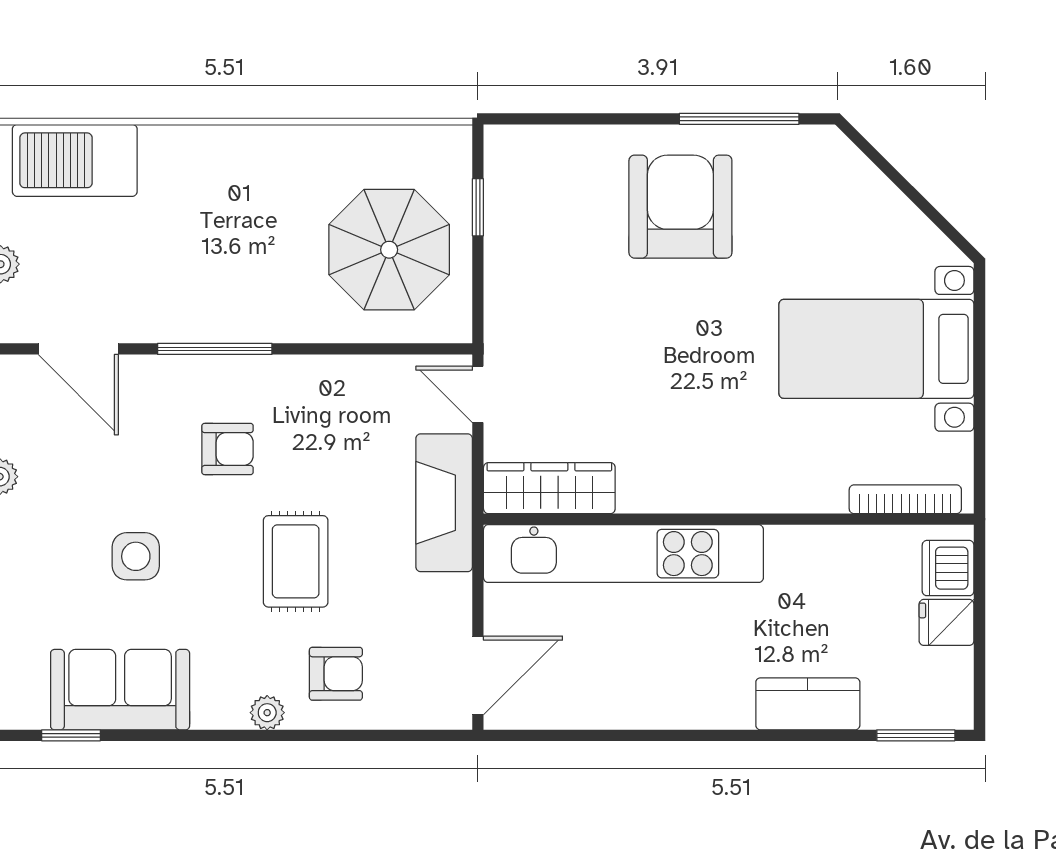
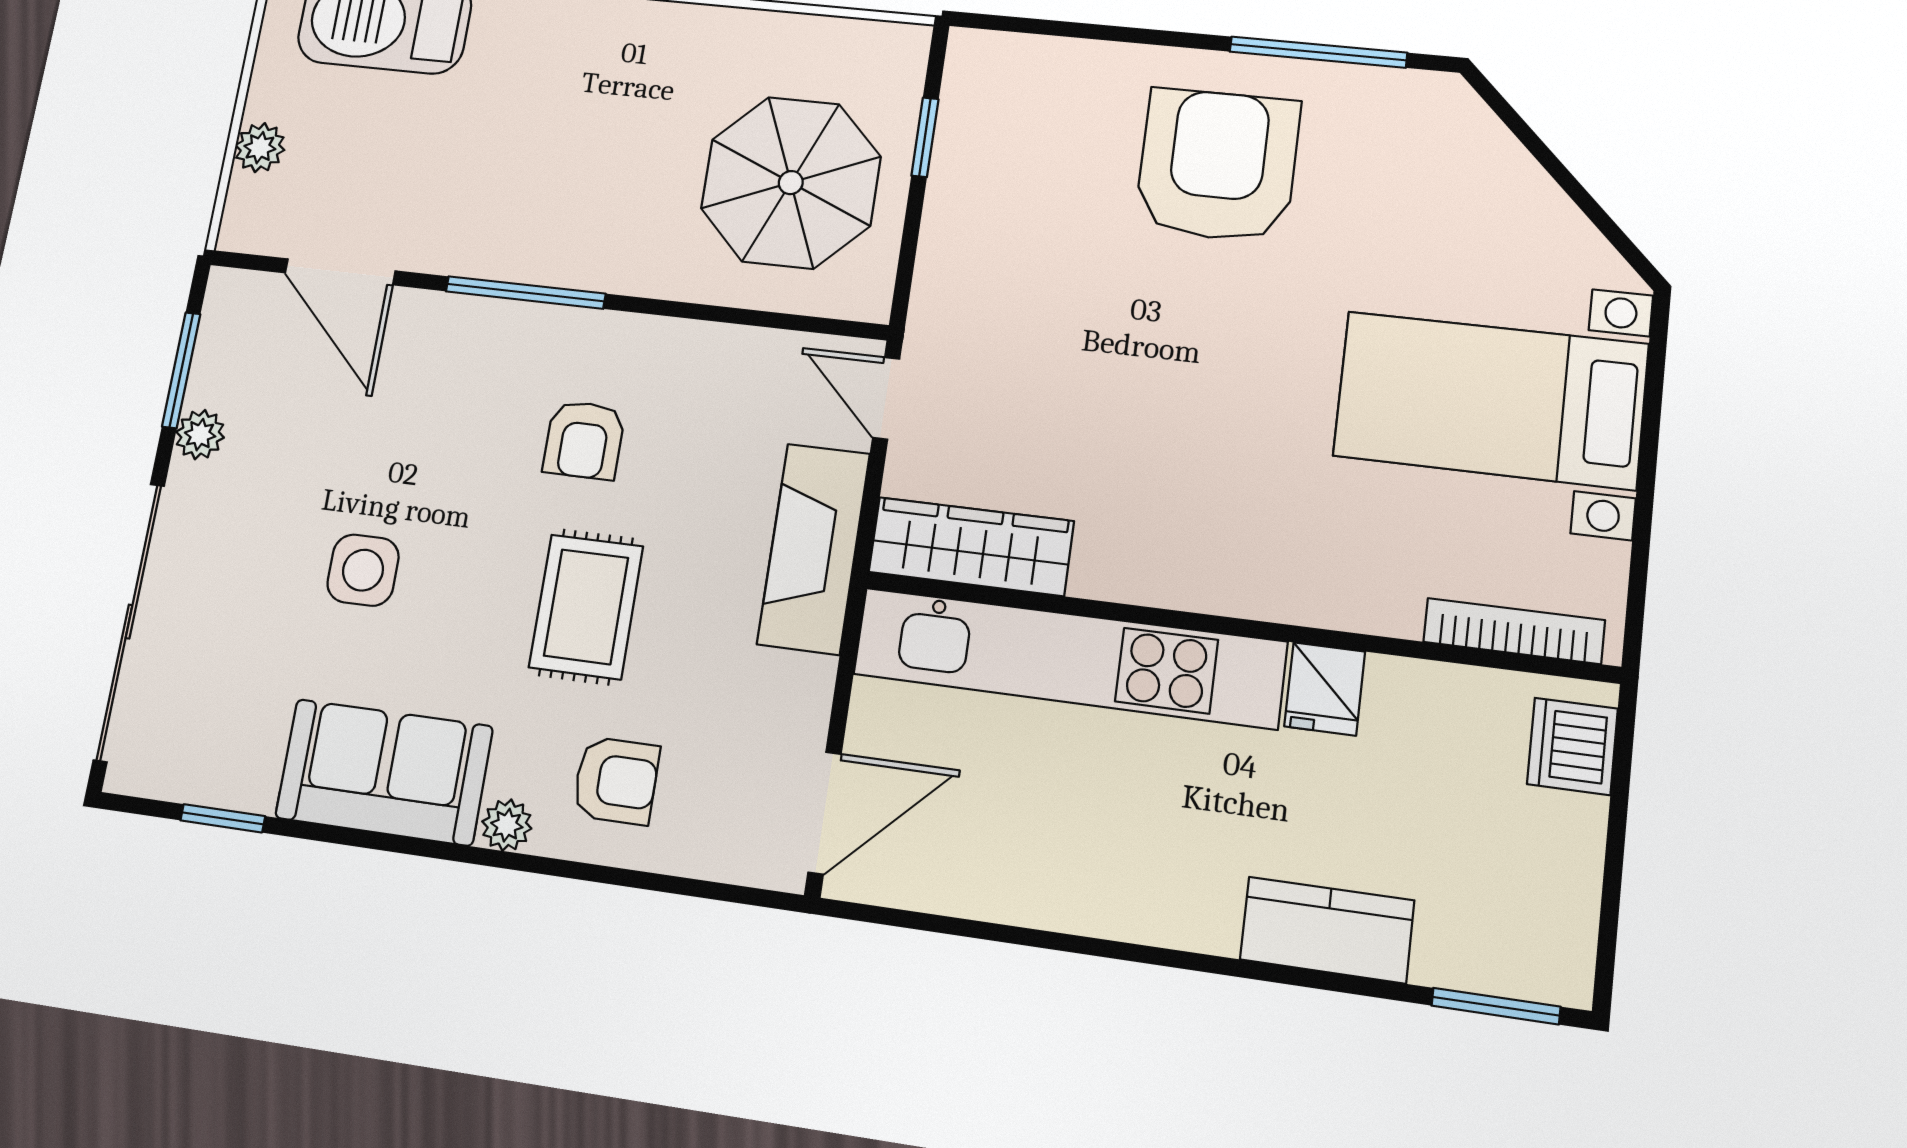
armchair: (228, 449) -> (584, 440), moved, turned 90
fridge: (947, 622) -> (1325, 689), moved, turned -90
sofa: (120, 690) -> (384, 772), moved

